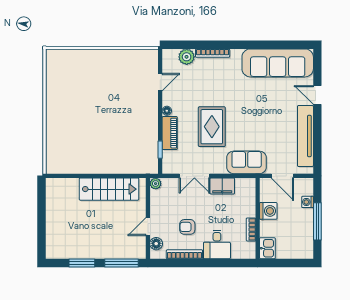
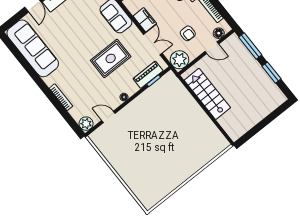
plant: (187, 57) -> (86, 124), moved
piano: (170, 133) -> (148, 75), moved
plant: (156, 184) -> (179, 60), width x1.88, depth x1.88
armchair: (187, 227) -> (188, 33), moved

